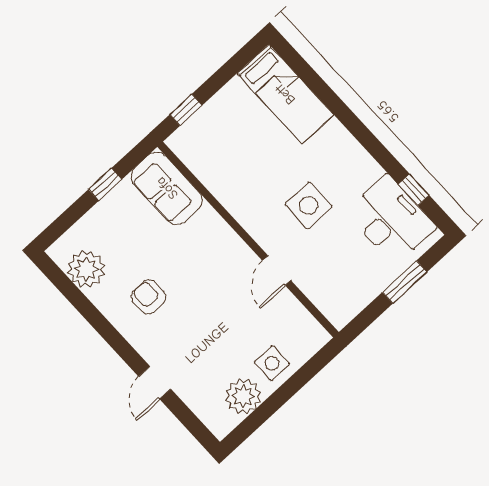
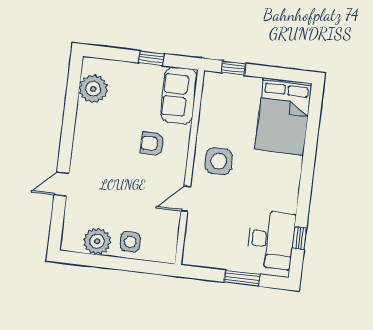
bed: (285, 94) -> (283, 116), width x1.50
side table: (309, 206) -> (219, 161), moved
armchair: (148, 297) -> (152, 144), moved, turned -90

